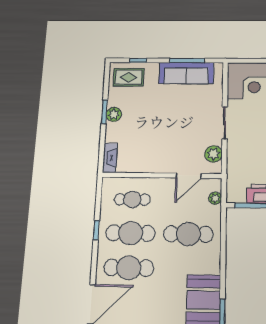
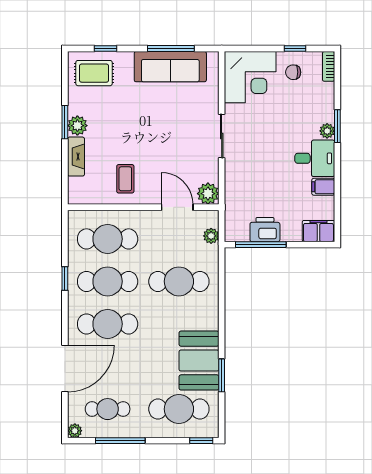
coffee table: (149, 154) -> (125, 179), added
plant: (213, 154) -> (208, 194), moved
fireplace: (110, 158) -> (76, 157), moved
door: (188, 176) -> (177, 207), swing flipped
cafe table: (132, 199) -> (108, 239), width x1.37, depth x1.35

